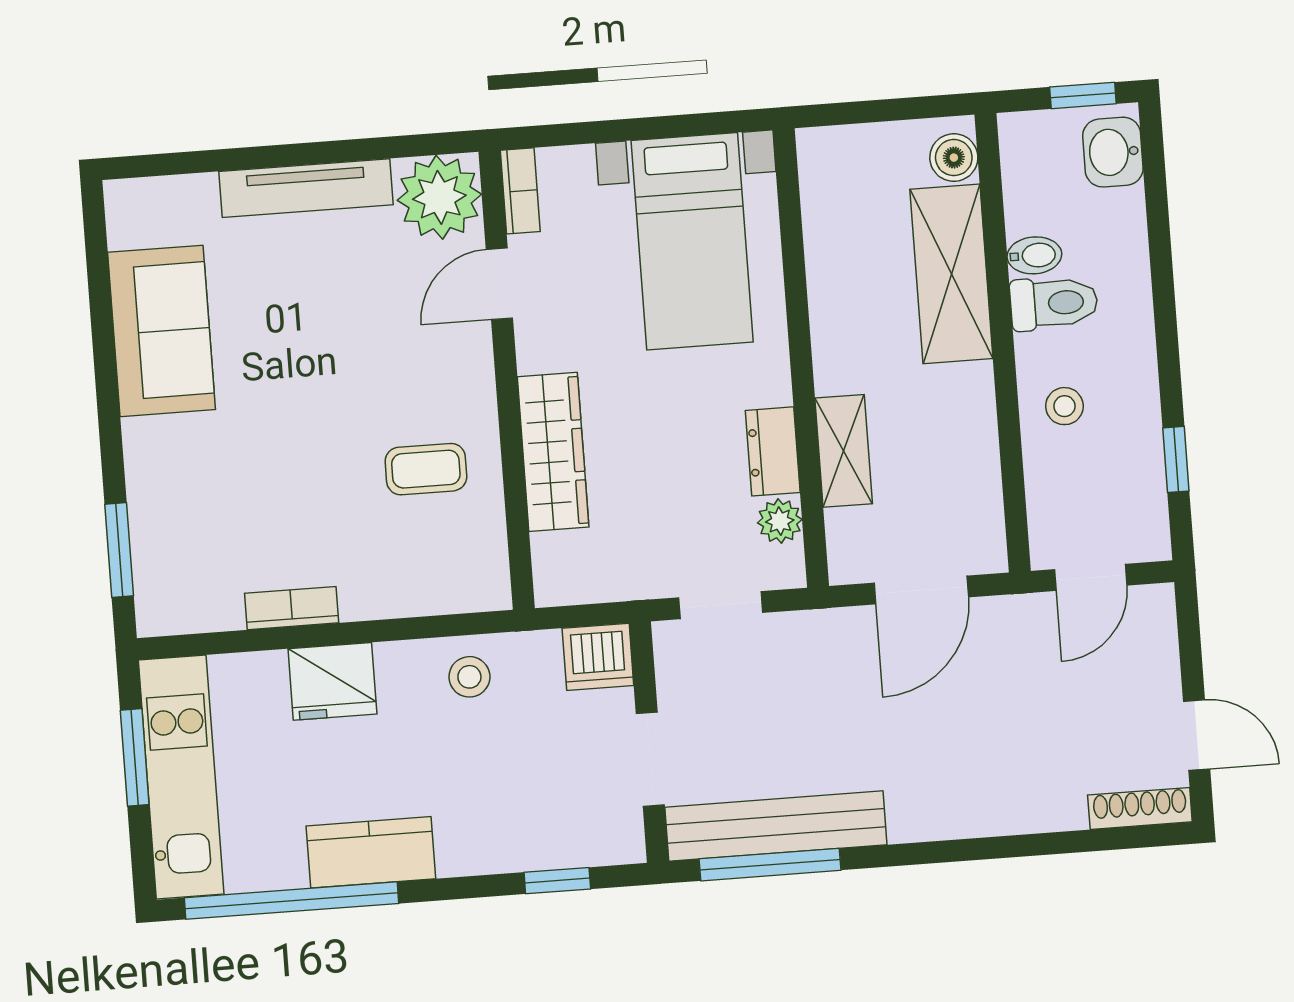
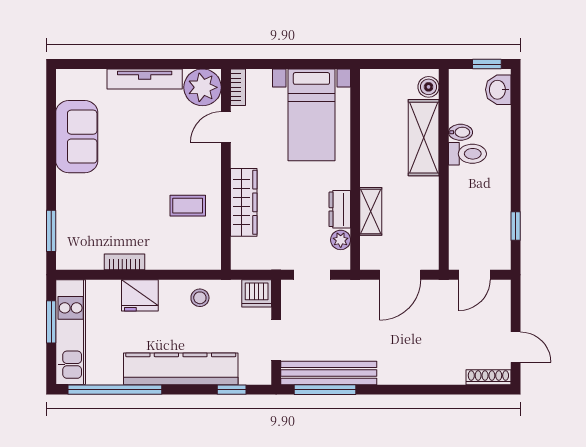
stool: (1064, 406) -> (469, 199), removed
kitchen counter: (371, 852) -> (181, 369), width x2.08, depth x1.17

